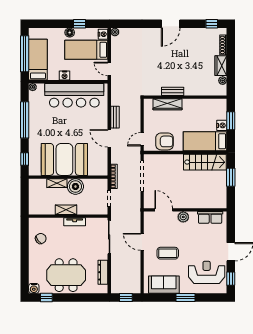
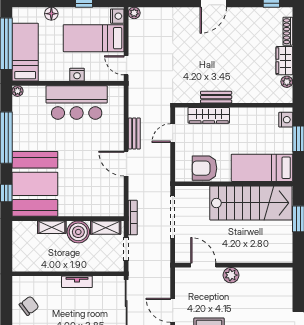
floor lamp: (70, 33) -> (51, 14), moved
nightstand: (65, 76) -> (77, 75), moved
bar counter: (74, 95) -> (77, 103), width x0.73
nightstand: (222, 125) -> (286, 120), moved
door: (142, 139) -> (173, 133), moved
armchair: (165, 141) -> (204, 168), turned 180
booth: (64, 159) -> (35, 184), moved, turned 90
stairs: (205, 162) -> (251, 203), width x1.36, depth x1.51
shelving: (66, 210) -> (106, 228), moved
row of seats: (210, 217) -> (269, 276), removed

